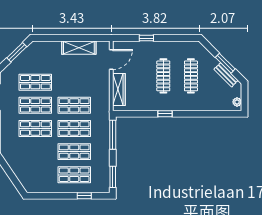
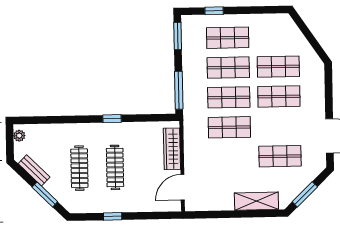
window: (146, 38) -> (113, 216), moved
shelving: (79, 48) -> (256, 201), moved
window: (225, 63) -> (45, 194), moved
shop shelf: (35, 105) -> (278, 67), moved

